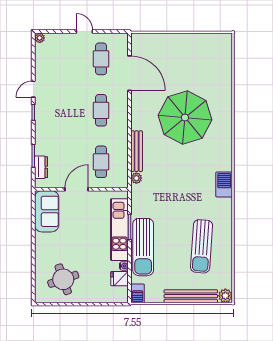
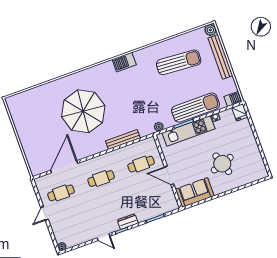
dresser: (41, 167) -> (128, 222), moved
plant: (136, 178) -> (159, 127), moved
round table: (63, 279) -> (222, 164), moved
fridge: (119, 279) -> (240, 112), moved

